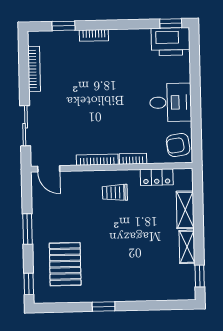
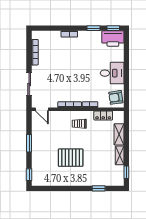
window: (64, 26) -> (93, 28), moved
pallet: (65, 264) -> (71, 158), moved, turned 90
window: (104, 307) -> (99, 188), moved

